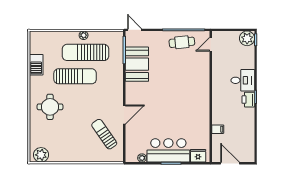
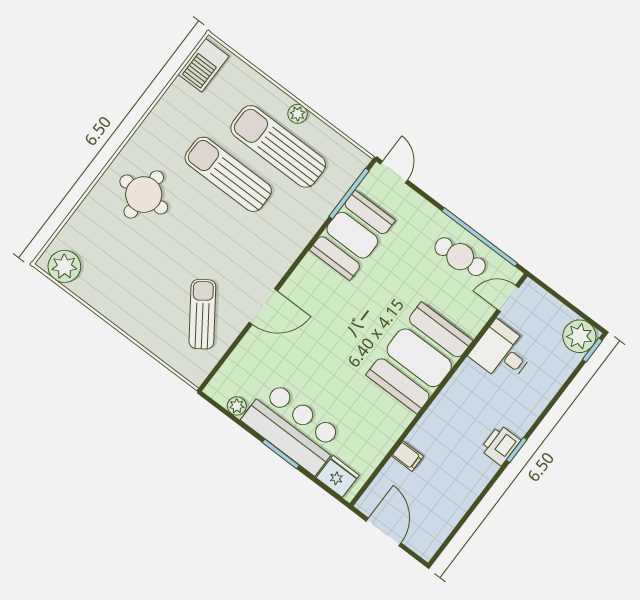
barbecue: (36, 65) -> (204, 65), moved
sun lounger: (75, 76) -> (228, 174), turned 180
desk: (243, 80) -> (502, 352), moved, turned 180
booth: (195, 90) -> (419, 358), added

